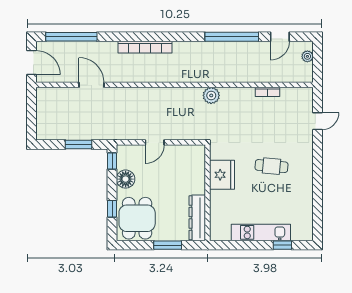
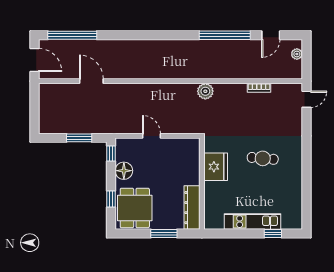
bookcase: (145, 47) -> (142, 45), removed
door: (318, 121) -> (306, 99), moved
door: (155, 142) -> (152, 136), swing flipped

